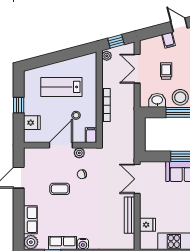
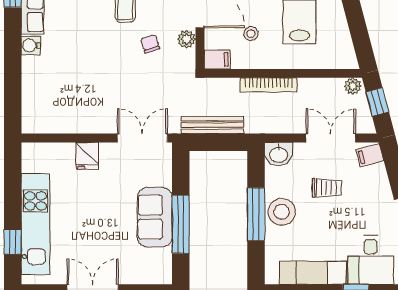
filing cabinet: (168, 40) -> (370, 155), moved
washbasin: (157, 100) -> (279, 154), moved, turned 90
bench: (129, 215) -> (212, 125), moved
fridge: (147, 225) -> (87, 156), moved

